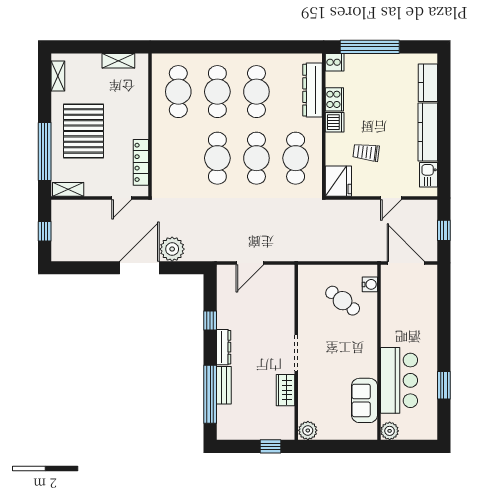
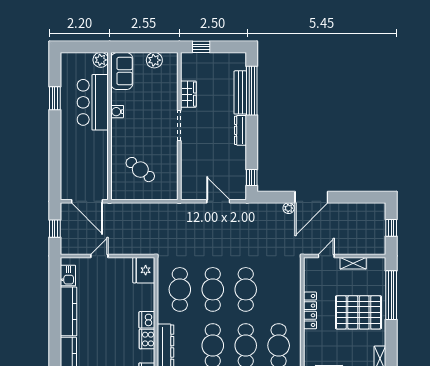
pallet: (83, 131) -> (358, 312), turned 90
trolley: (366, 152) -> (120, 294), removed
locker: (141, 162) -> (310, 310), moved
shelving: (68, 189) -> (353, 263), moved
plant: (172, 249) -> (289, 208), width x0.53, depth x0.53
door: (250, 263) -> (218, 201), hinge flipped
water cooler: (370, 284) -> (117, 112), moved
window: (210, 320) -> (252, 178), moved
bench: (224, 385) -> (240, 92), width x1.36
sofa: (364, 400) -> (122, 71), moved
plant: (308, 430) -> (154, 60), moved

